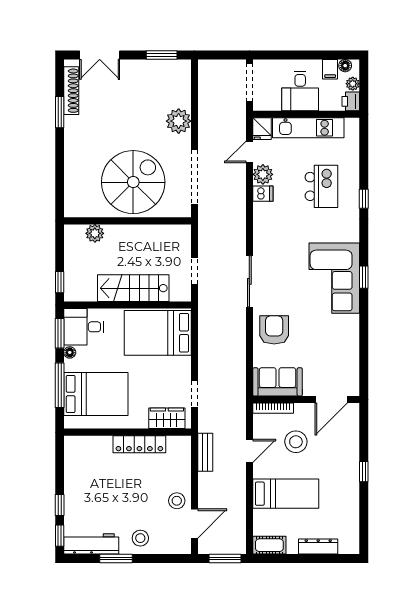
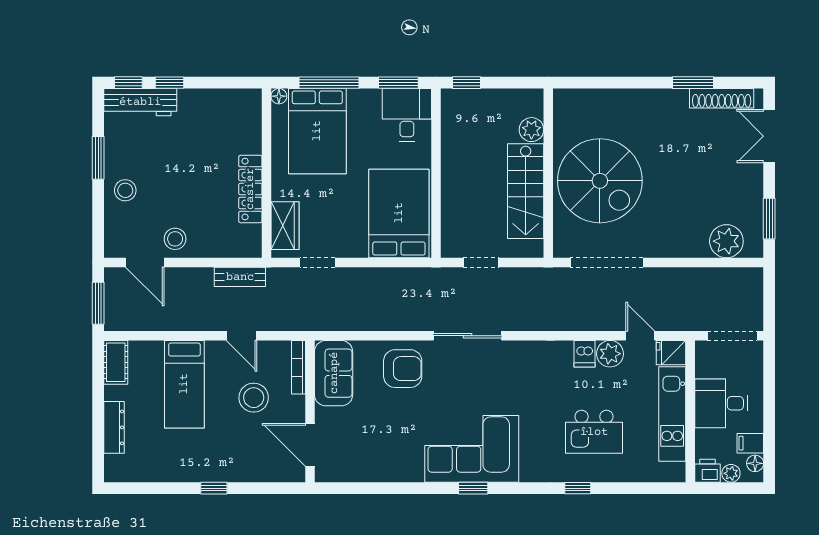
plant: (179, 121) -> (726, 241), moved
stairs: (133, 288) -> (526, 191), moved, turned 180
floor lamp: (70, 352) -> (279, 96), moved
workbench: (91, 544) -> (140, 102), moved, turned 90

